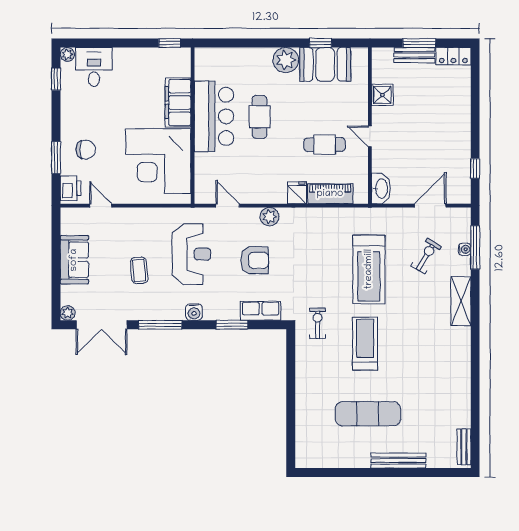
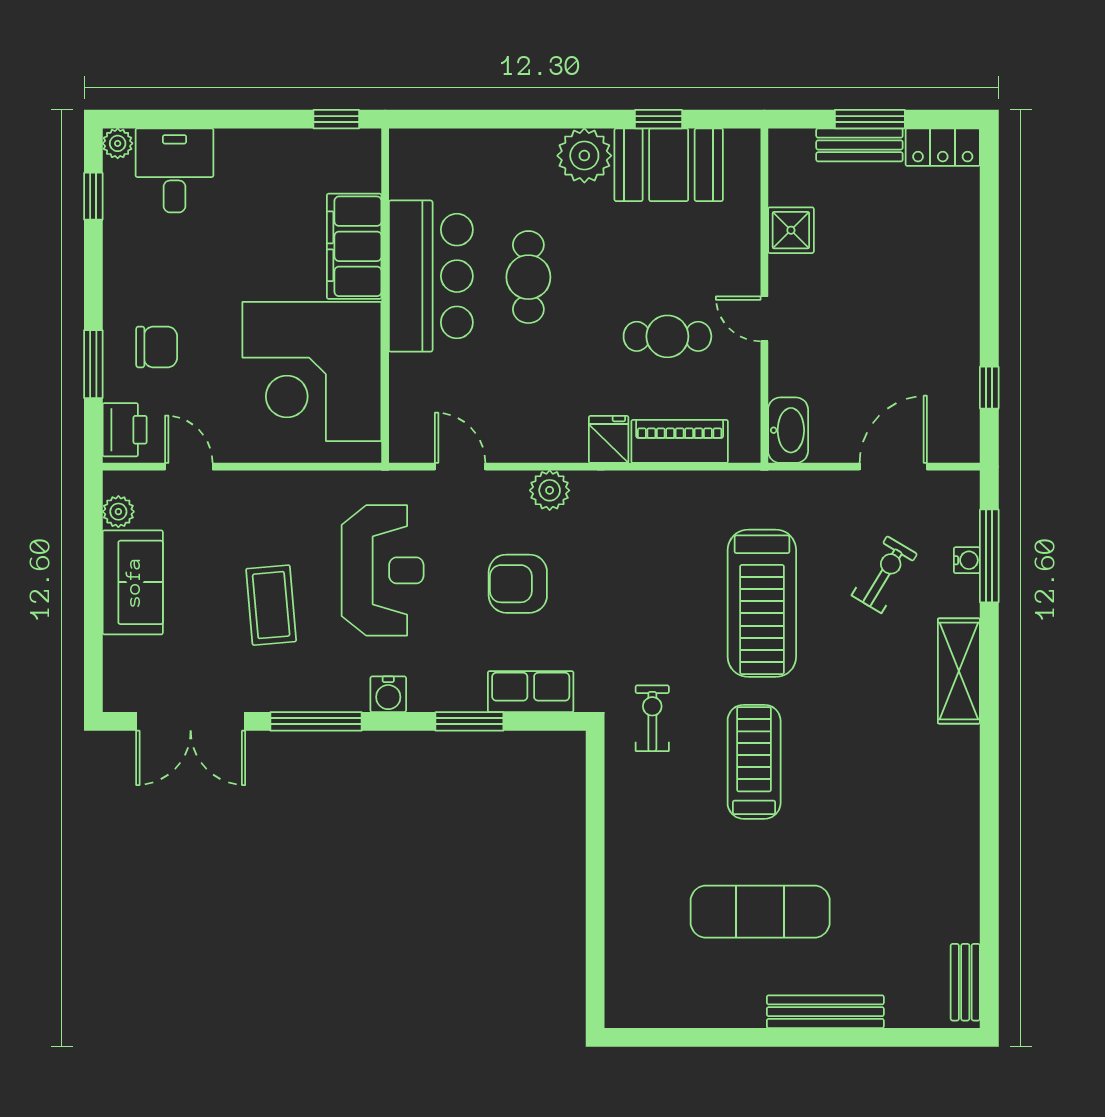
armchair: (255, 260) -> (518, 584), turned 180
coffee table: (139, 270) -> (271, 605), width x1.36, depth x1.30
plant: (68, 313) -> (118, 512), moved

